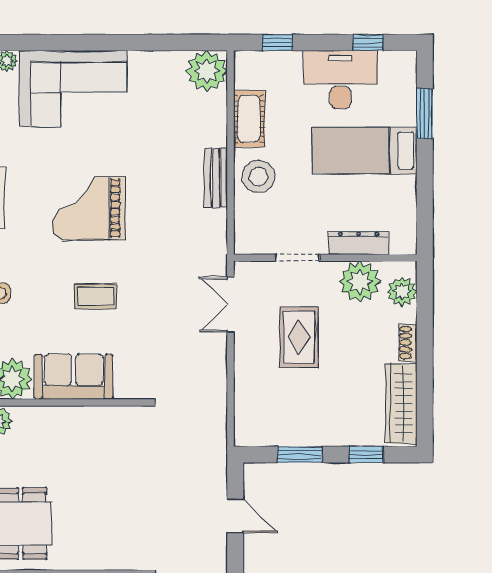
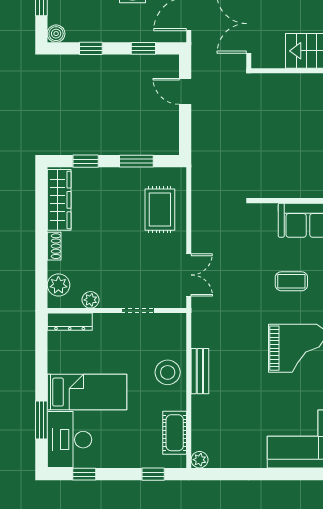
plant: (207, 71) -> (200, 460), width x0.53, depth x0.53
desk: (341, 80) -> (69, 440), moved, turned 90
cot: (249, 119) -> (175, 433), moved
dresser: (359, 243) -> (70, 322), moved
plant: (360, 282) -> (91, 300), width x0.53, depth x0.53
rug: (299, 337) -> (160, 210), moved
door: (235, 516) -> (185, 91), moved

